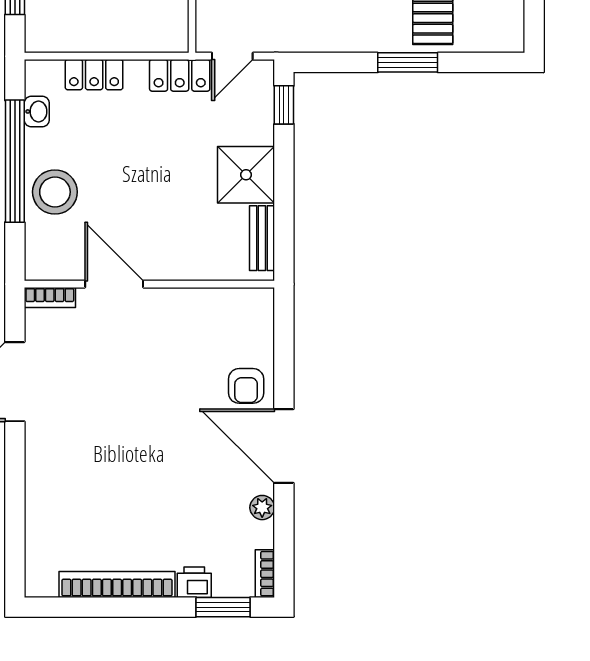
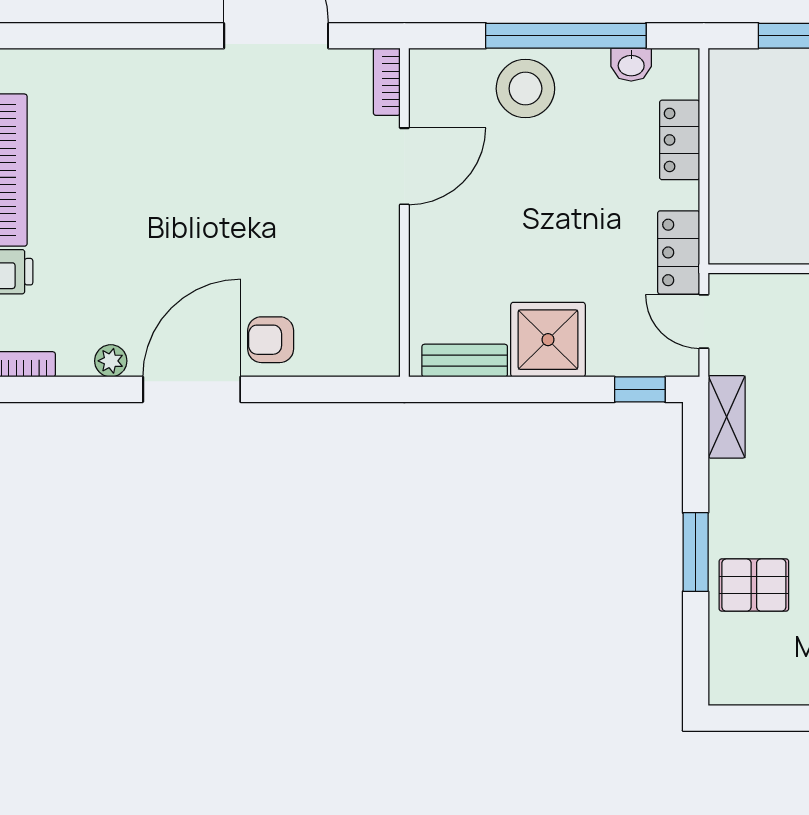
shelving: (305, 39) -> (727, 417), added

